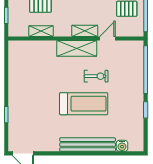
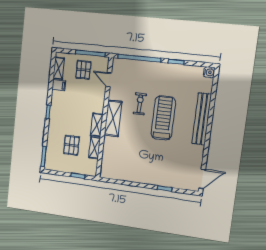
shelving: (85, 31) -> (97, 125), moved
door: (107, 39) -> (109, 80), moved
water cooler: (122, 146) -> (209, 72), moved

